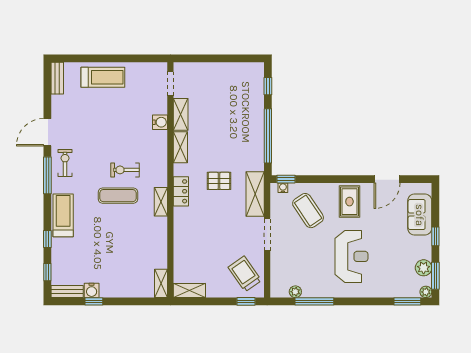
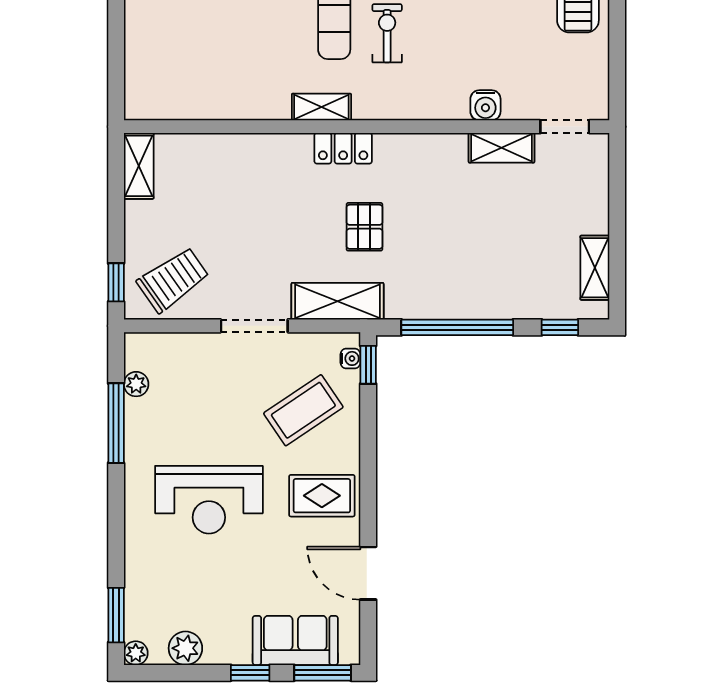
shelving: (180, 147) -> (595, 268), moved, turned 90
window: (435, 276) -> (323, 673), moved
shelving: (161, 283) -> (153, 107), removed

